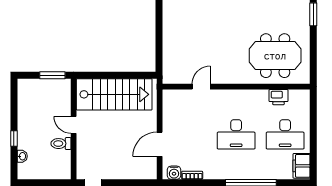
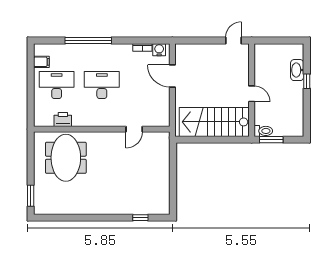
meeting table: (275, 56) -> (66, 158), turned 90
toilet: (61, 144) -> (263, 131), moved
door: (160, 144) -> (172, 76), swing flipped
washbasin: (22, 156) -> (297, 70), width x1.91, depth x1.45
filing cabinet: (302, 166) -> (41, 62), width x0.50

